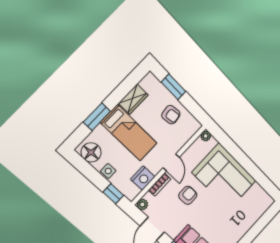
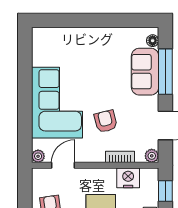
door: (171, 162) -> (63, 165), moved
armchair: (188, 195) -> (106, 121), turned 76

